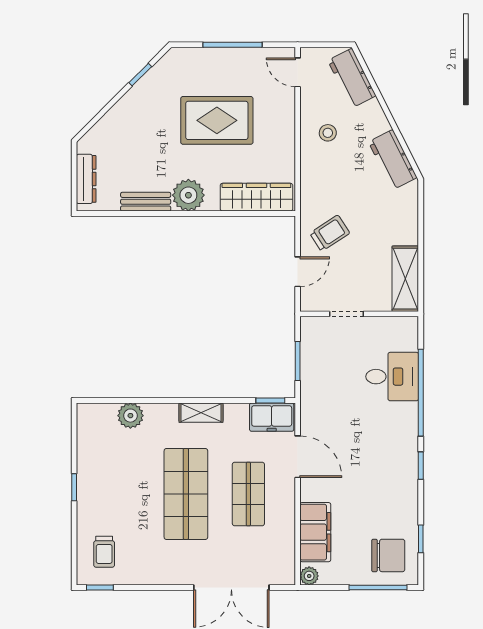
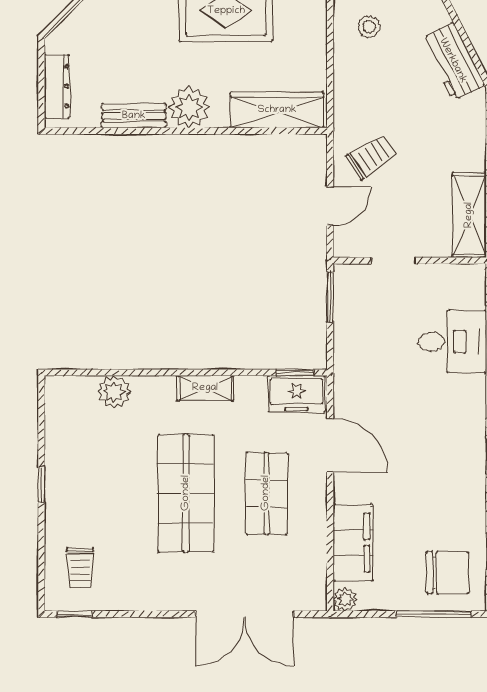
window: (298, 361) -> (330, 297), moved

